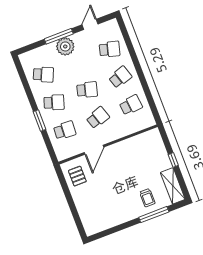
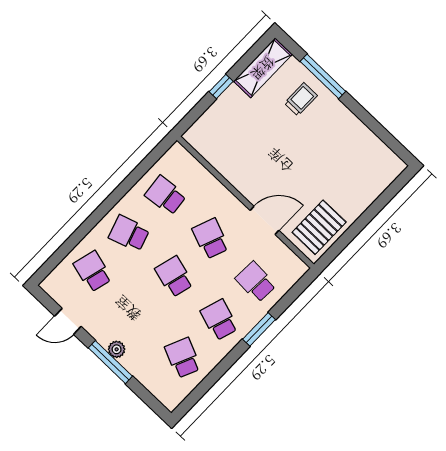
plant: (65, 46) -> (117, 349), width x0.53, depth x0.53
school desk: (98, 118) -> (211, 239), turned 39
pallet: (77, 176) -> (319, 227), width x1.50, depth x1.42

